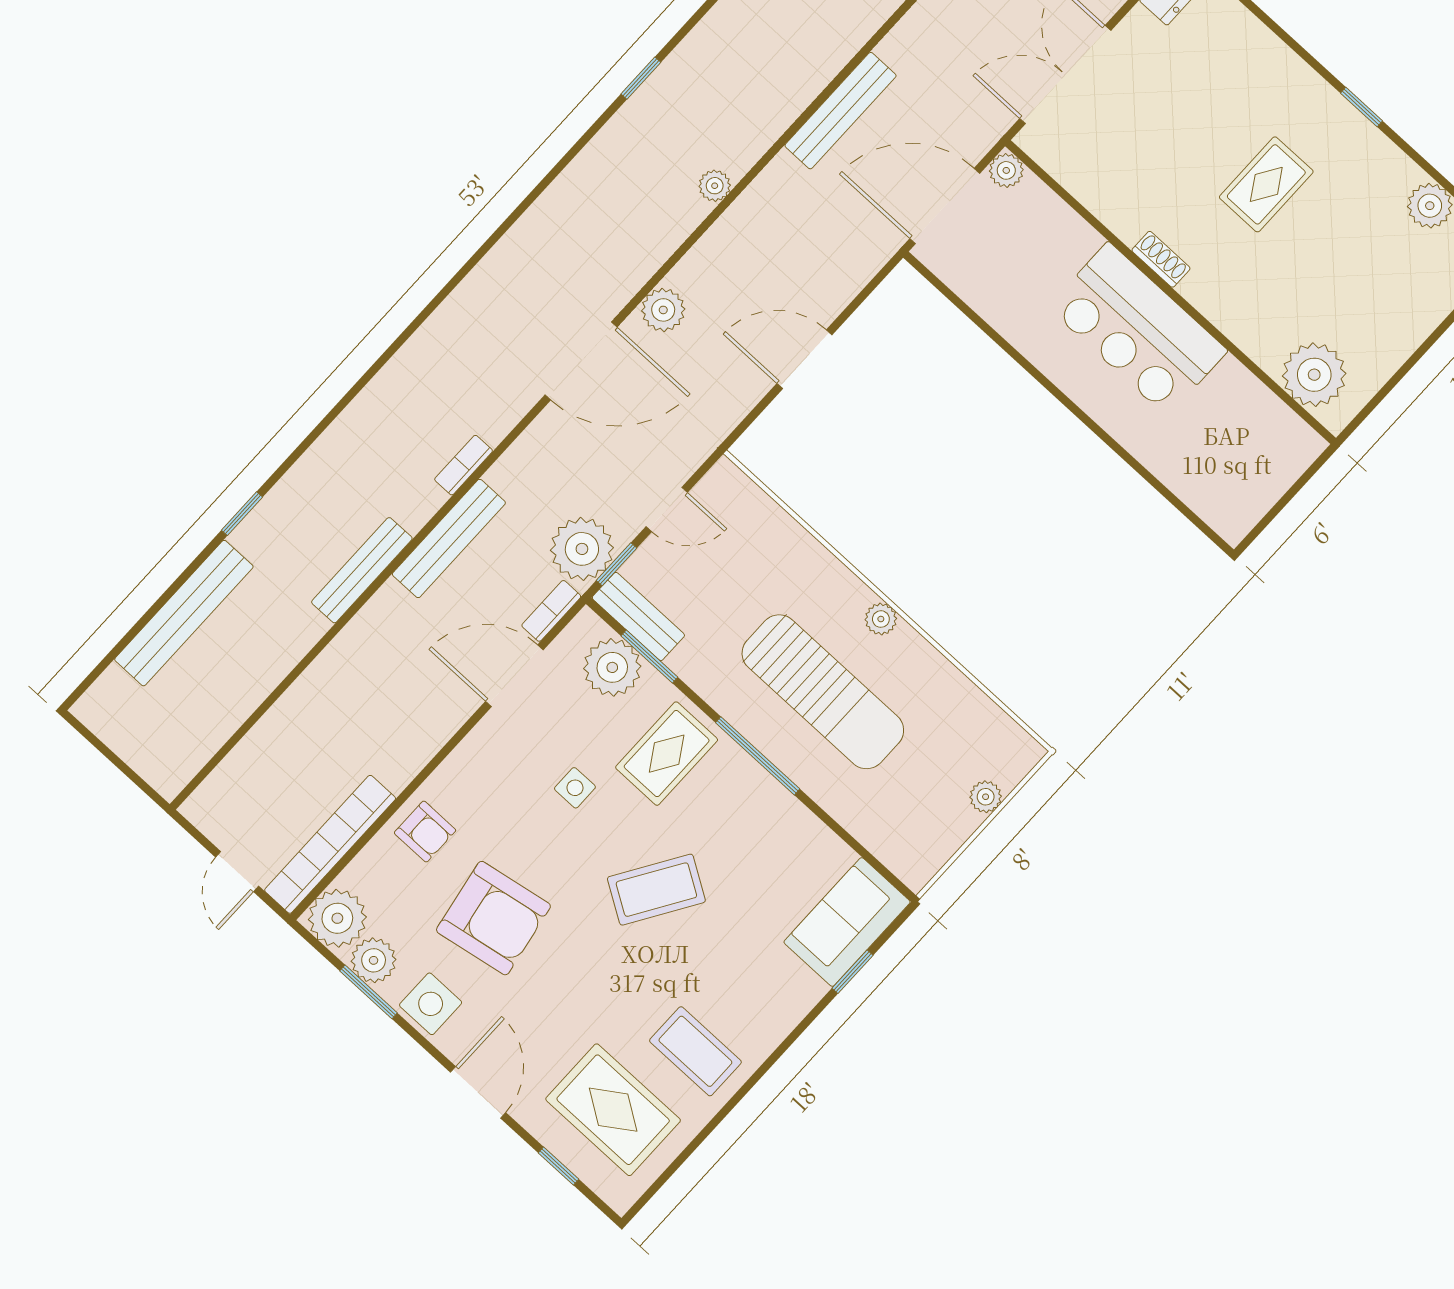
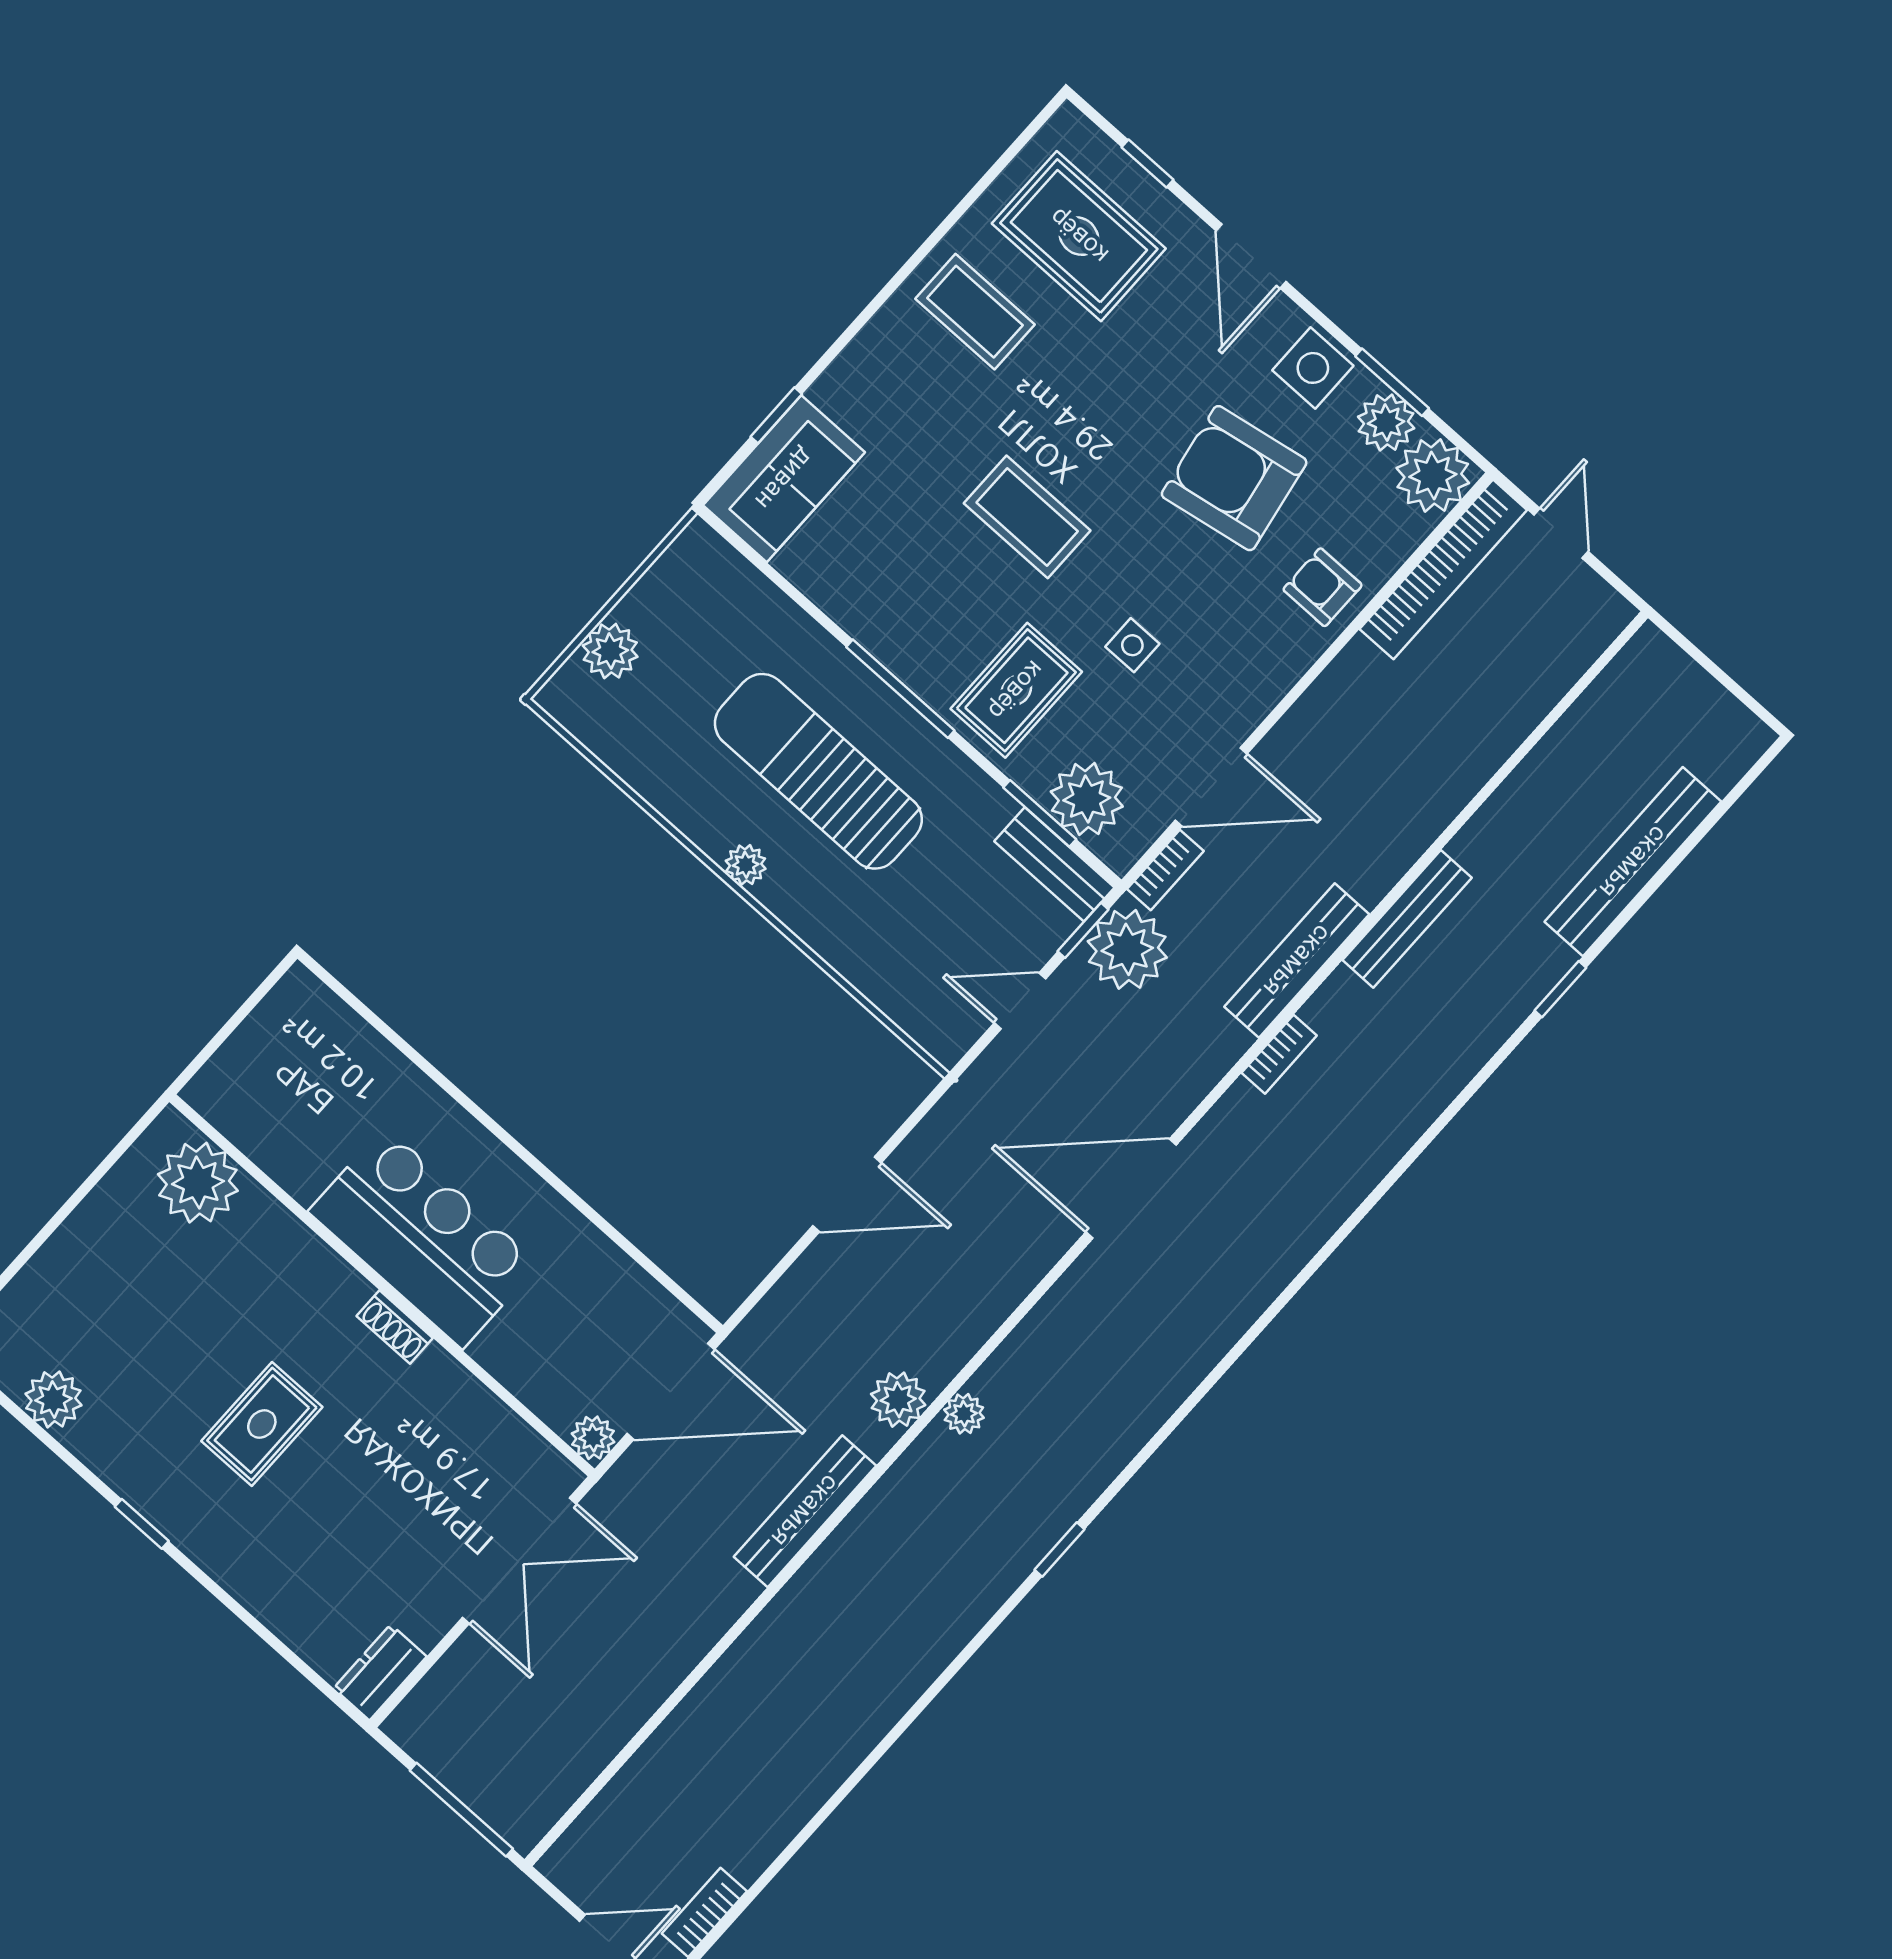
plant: (663, 310) -> (898, 1400), moved
plant: (986, 797) -> (610, 651), width x1.38, depth x1.38
coffee table: (656, 890) -> (1027, 517), turned 58

